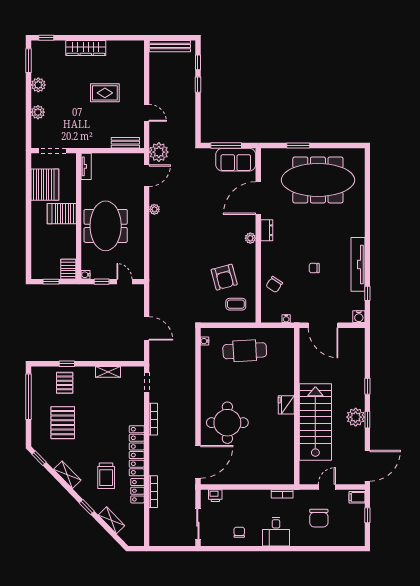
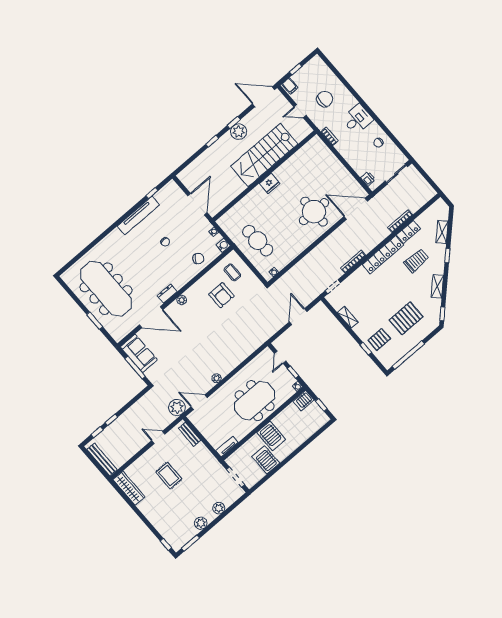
wardrobe: (86, 48) -> (129, 488), moved
door: (147, 113) -> (158, 437), hinge flipped
server rack: (45, 185) -> (266, 460), width x0.62
armchair: (224, 277) -> (221, 295), turned 105
water cooler: (359, 317) -> (223, 245), moved

